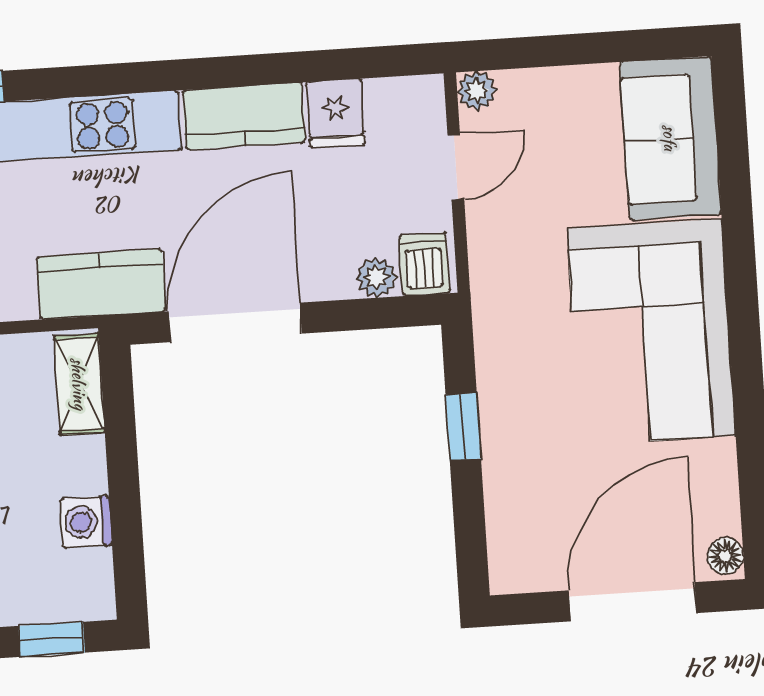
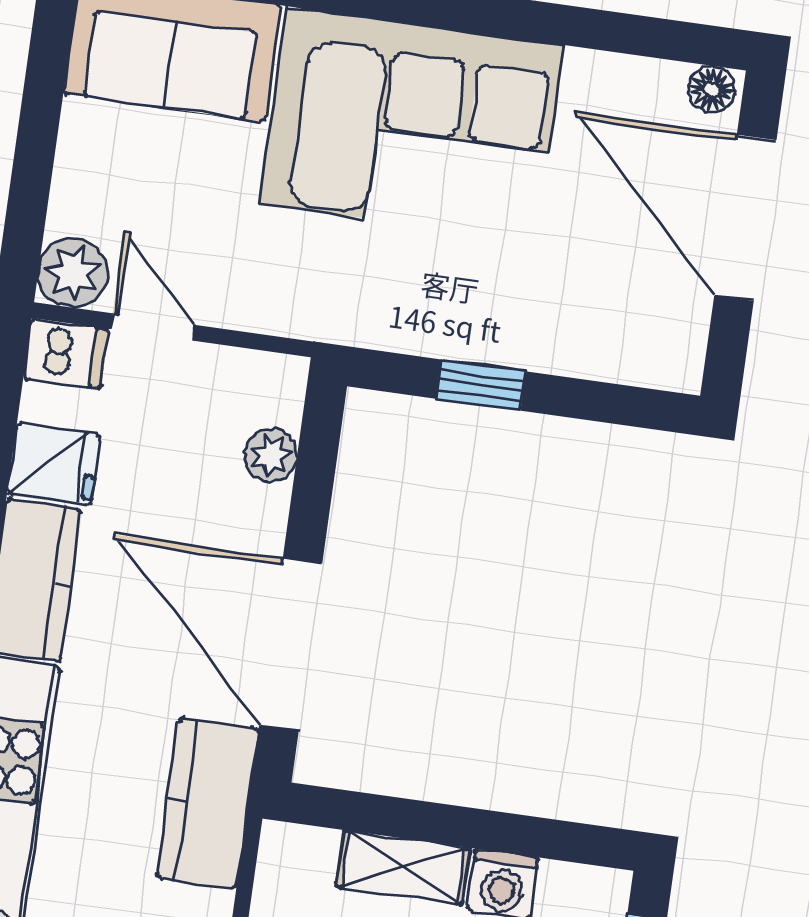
plant: (477, 91) -> (73, 273), width x1.38, depth x1.38
dishwasher: (424, 264) -> (66, 353), moved, turned 180
shelving: (79, 384) -> (403, 867), moved

